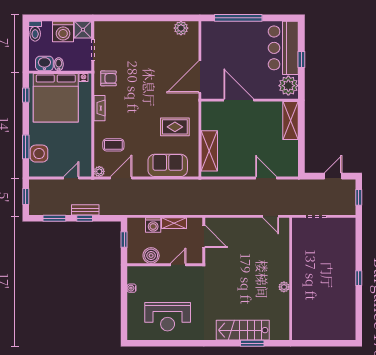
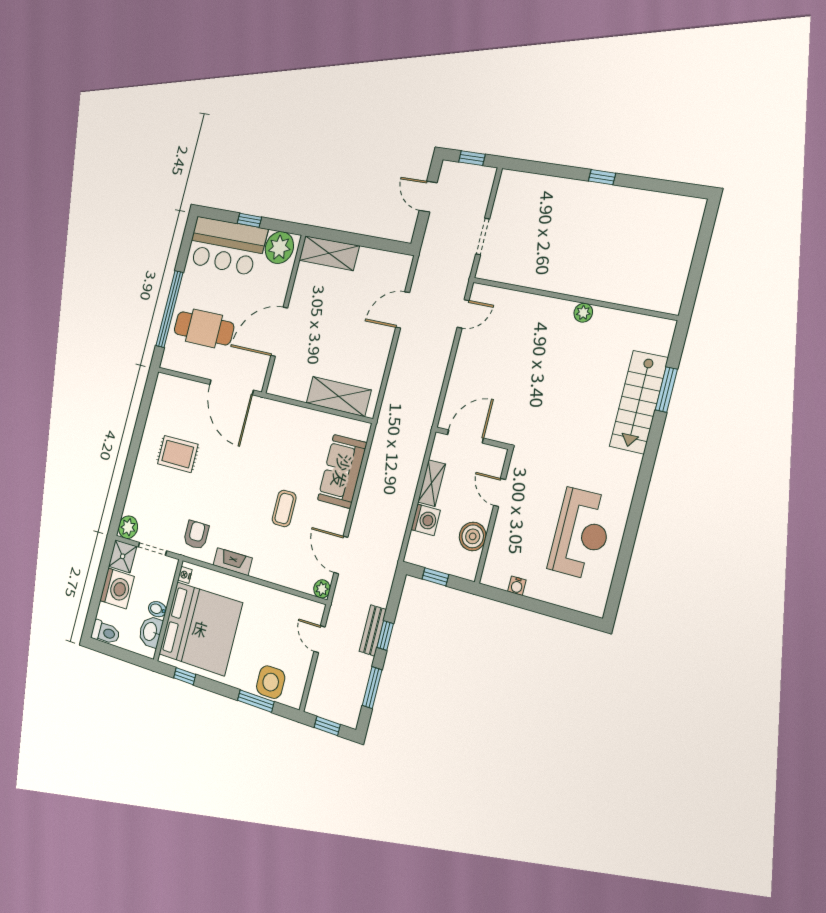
plant: (181, 28) -> (128, 527), moved
cafe table: (231, 47) -> (204, 328), added
rug: (175, 127) -> (178, 454), moved, turned 90
coffee table: (113, 145) -> (284, 508), moved

